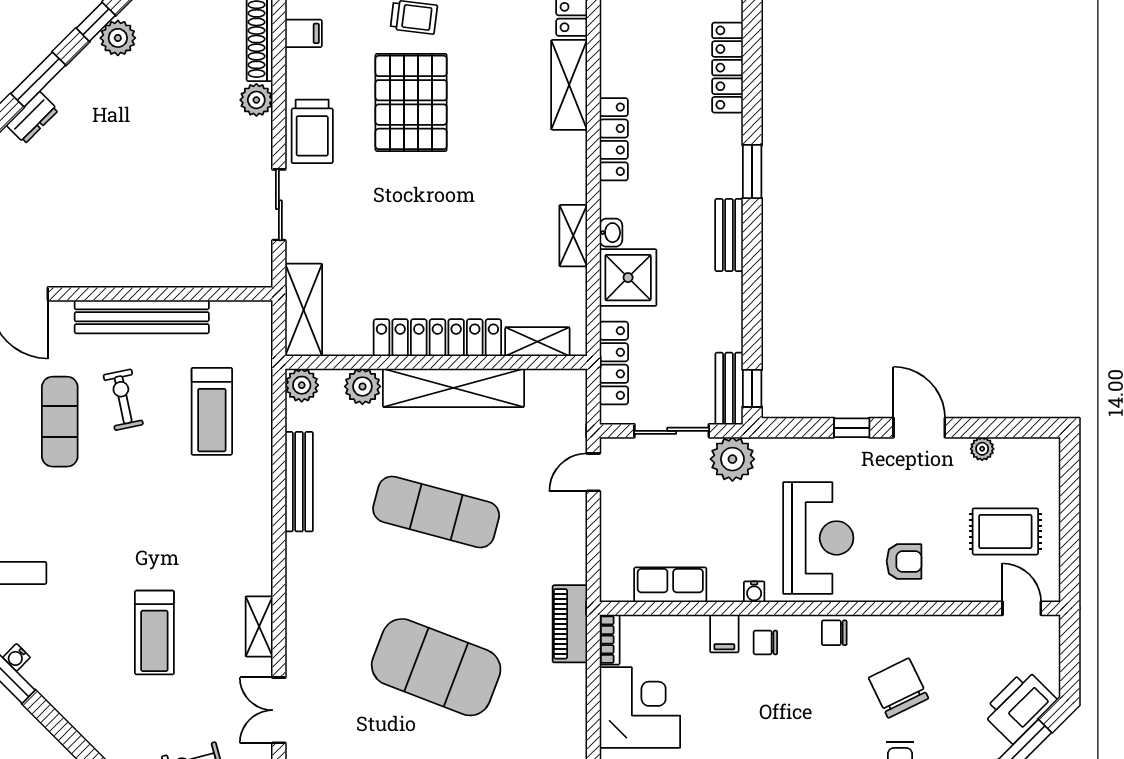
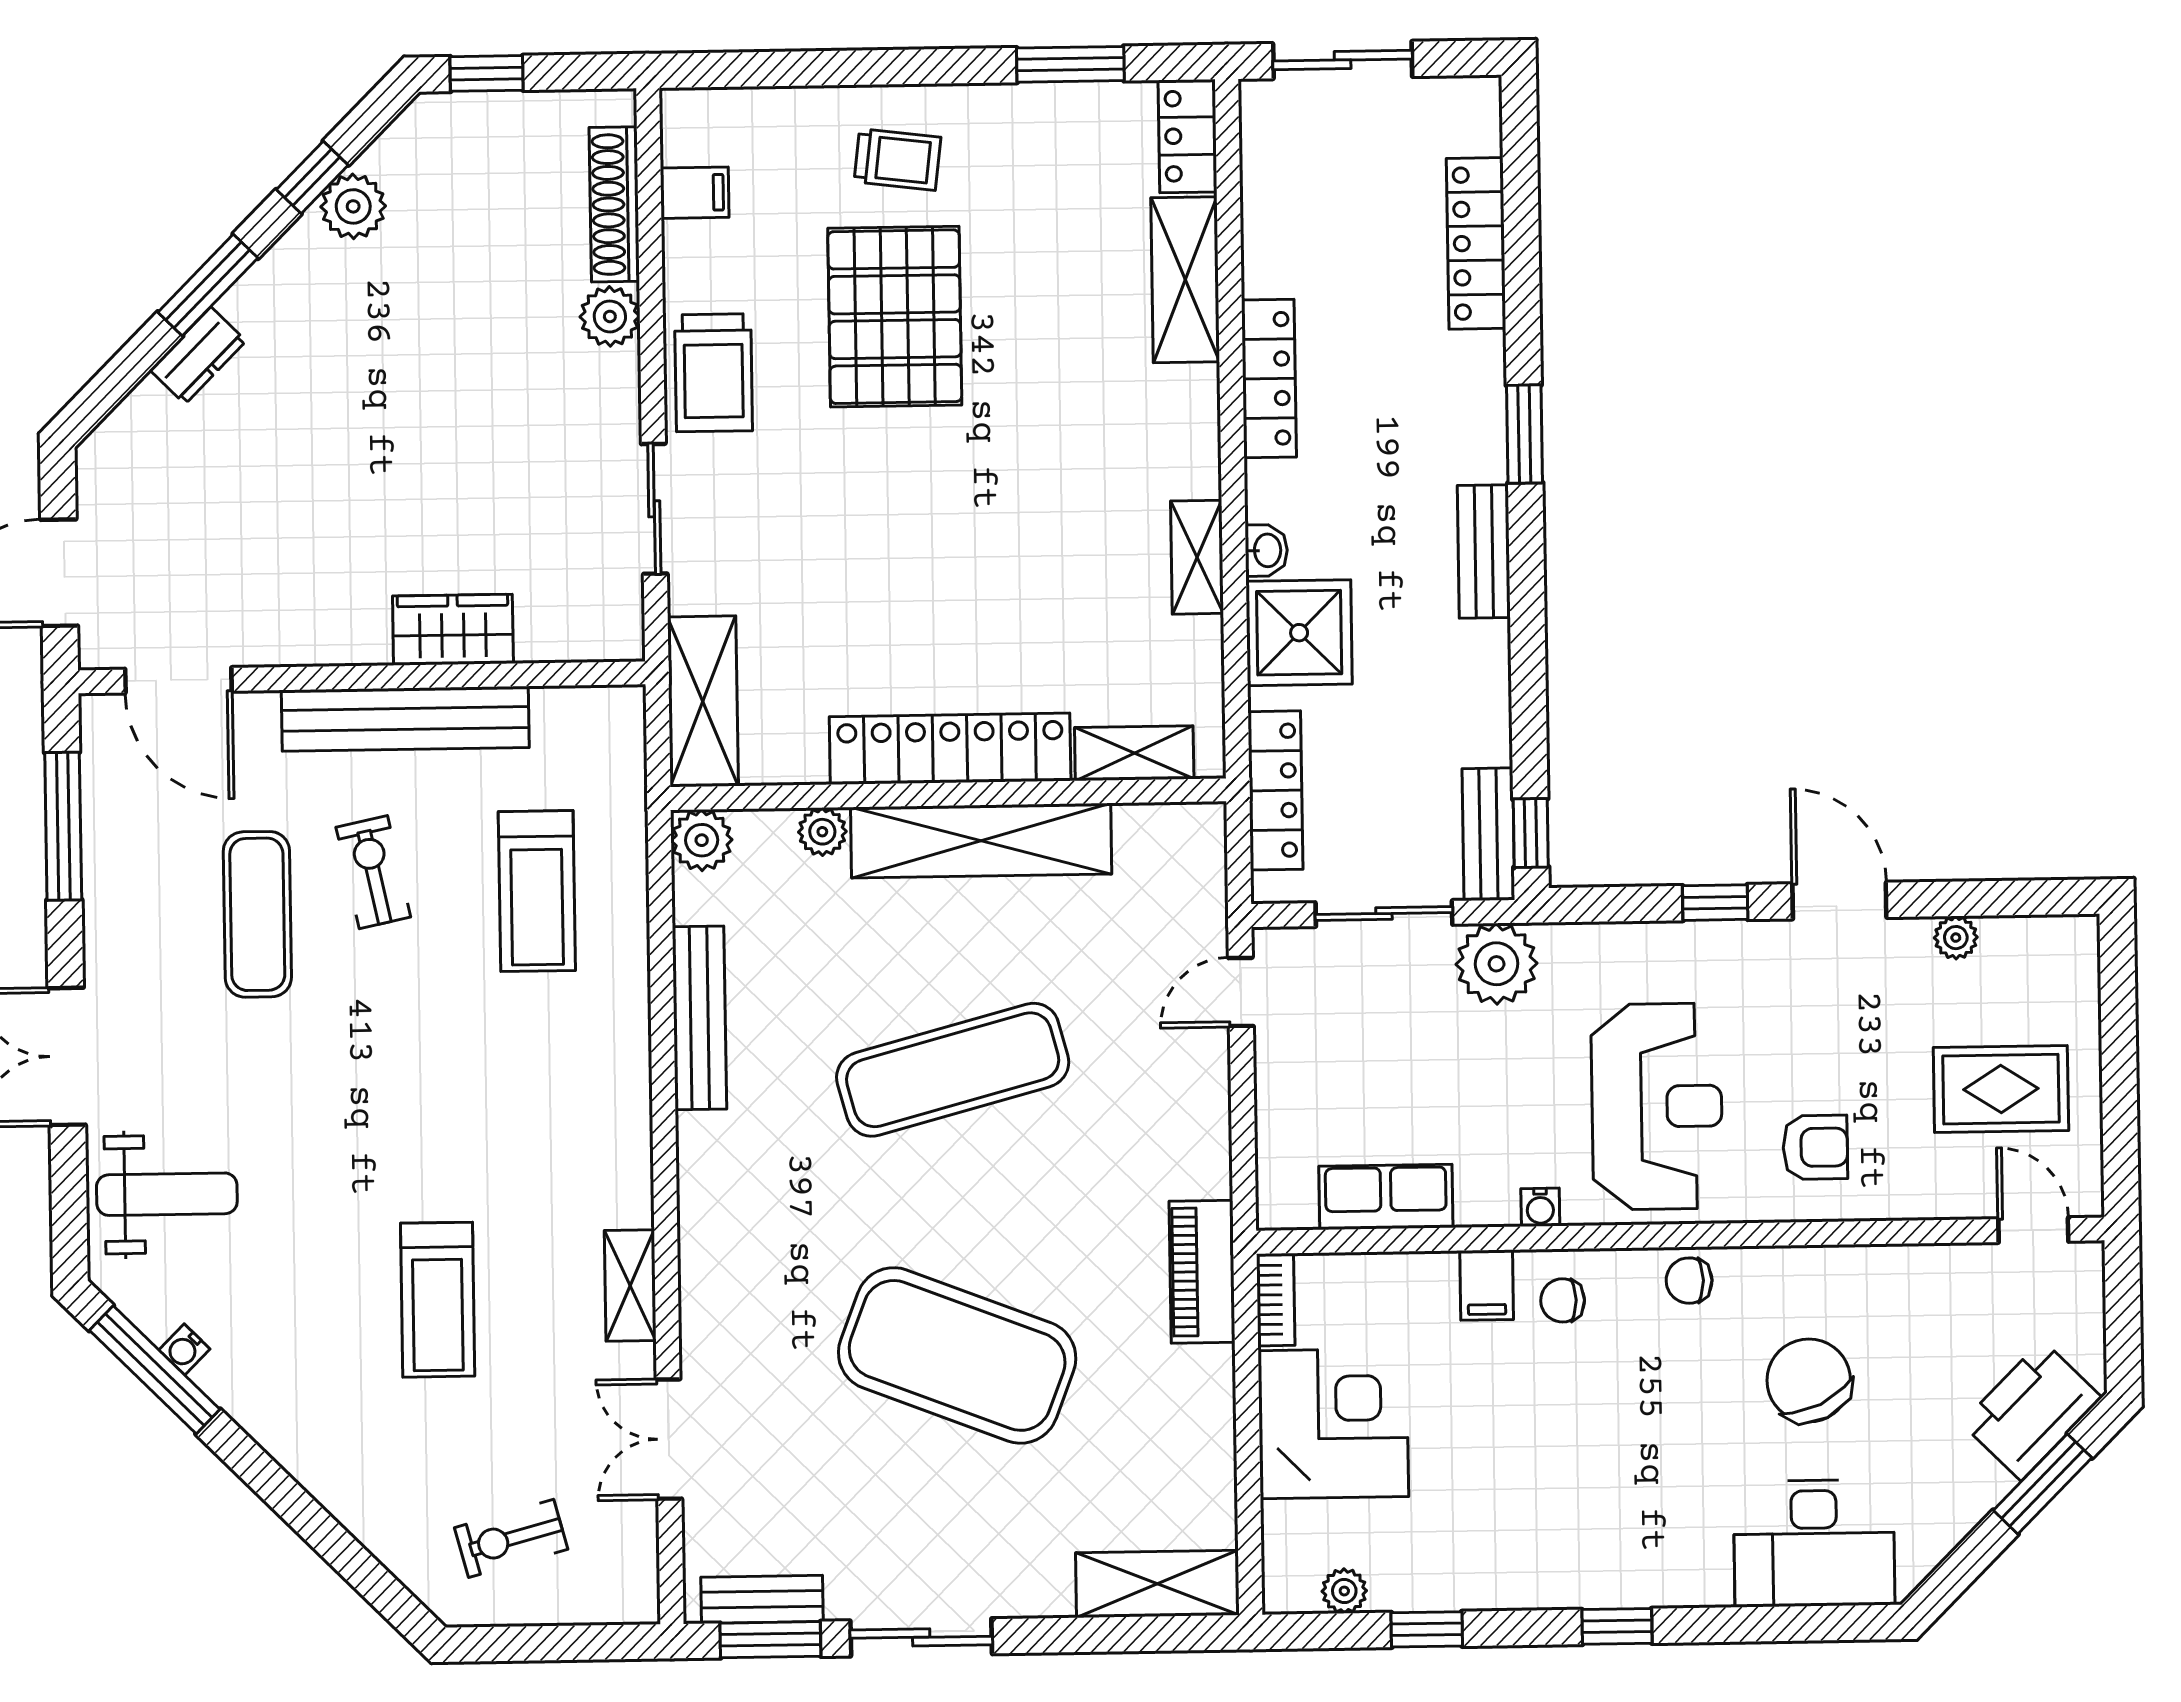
wardrobe: (168, 269) -> (453, 630), added
plant: (362, 386) -> (822, 832), width x0.73, depth x0.73
exercise mat: (436, 512) -> (953, 1070), turned -30

